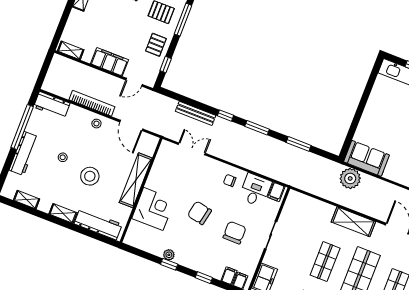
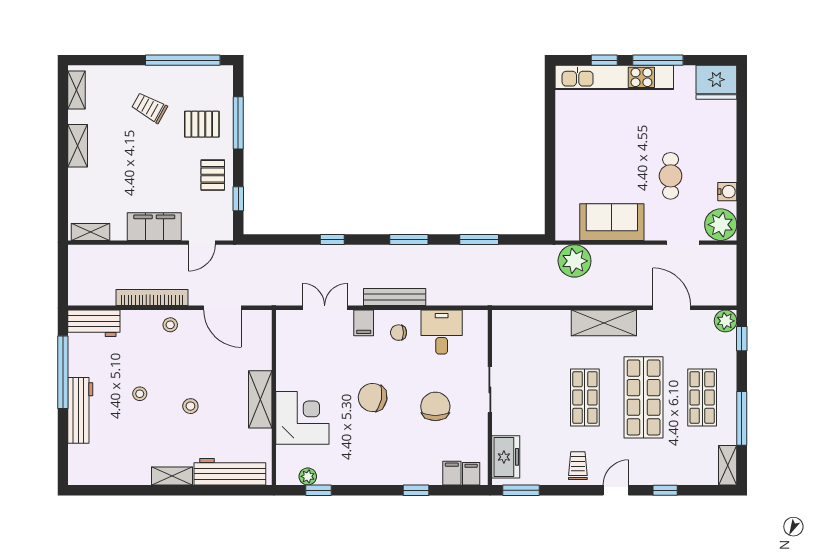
bench: (196, 113) -> (395, 297), moved
window: (226, 116) -> (332, 239), moved
sofa: (366, 158) -> (612, 222), moved
stool: (90, 176) -> (190, 406), width x0.53, depth x0.53
shelving: (136, 180) -> (260, 399), width x0.68
filing cabinet: (276, 192) -> (364, 323), moved
shelving: (27, 200) -> (111, 477), removed
plant: (169, 255) -> (308, 476), moved
window: (169, 264) -> (318, 490), moved

